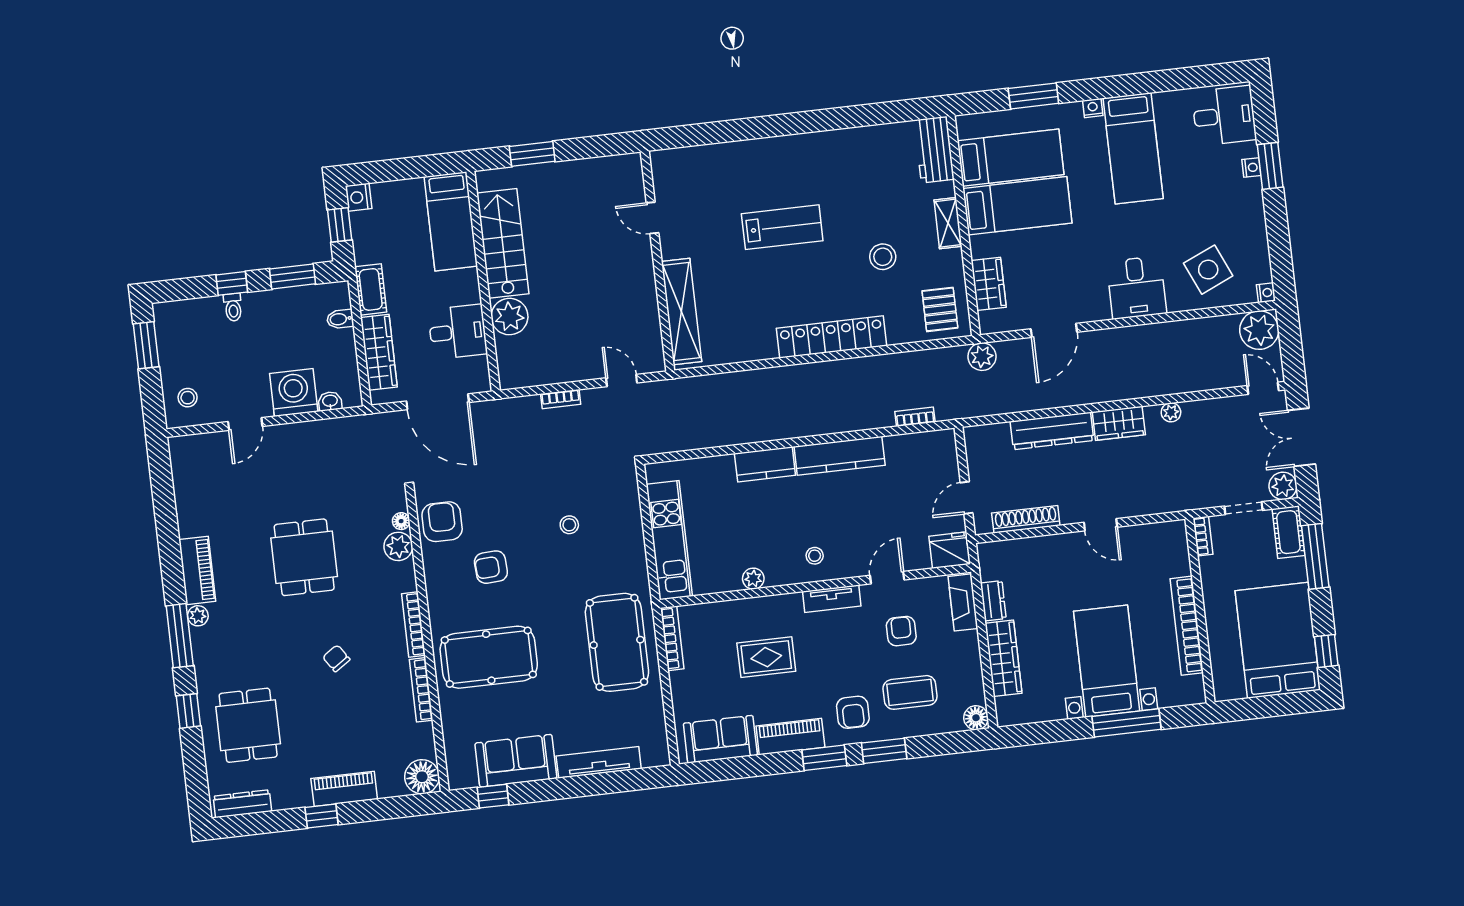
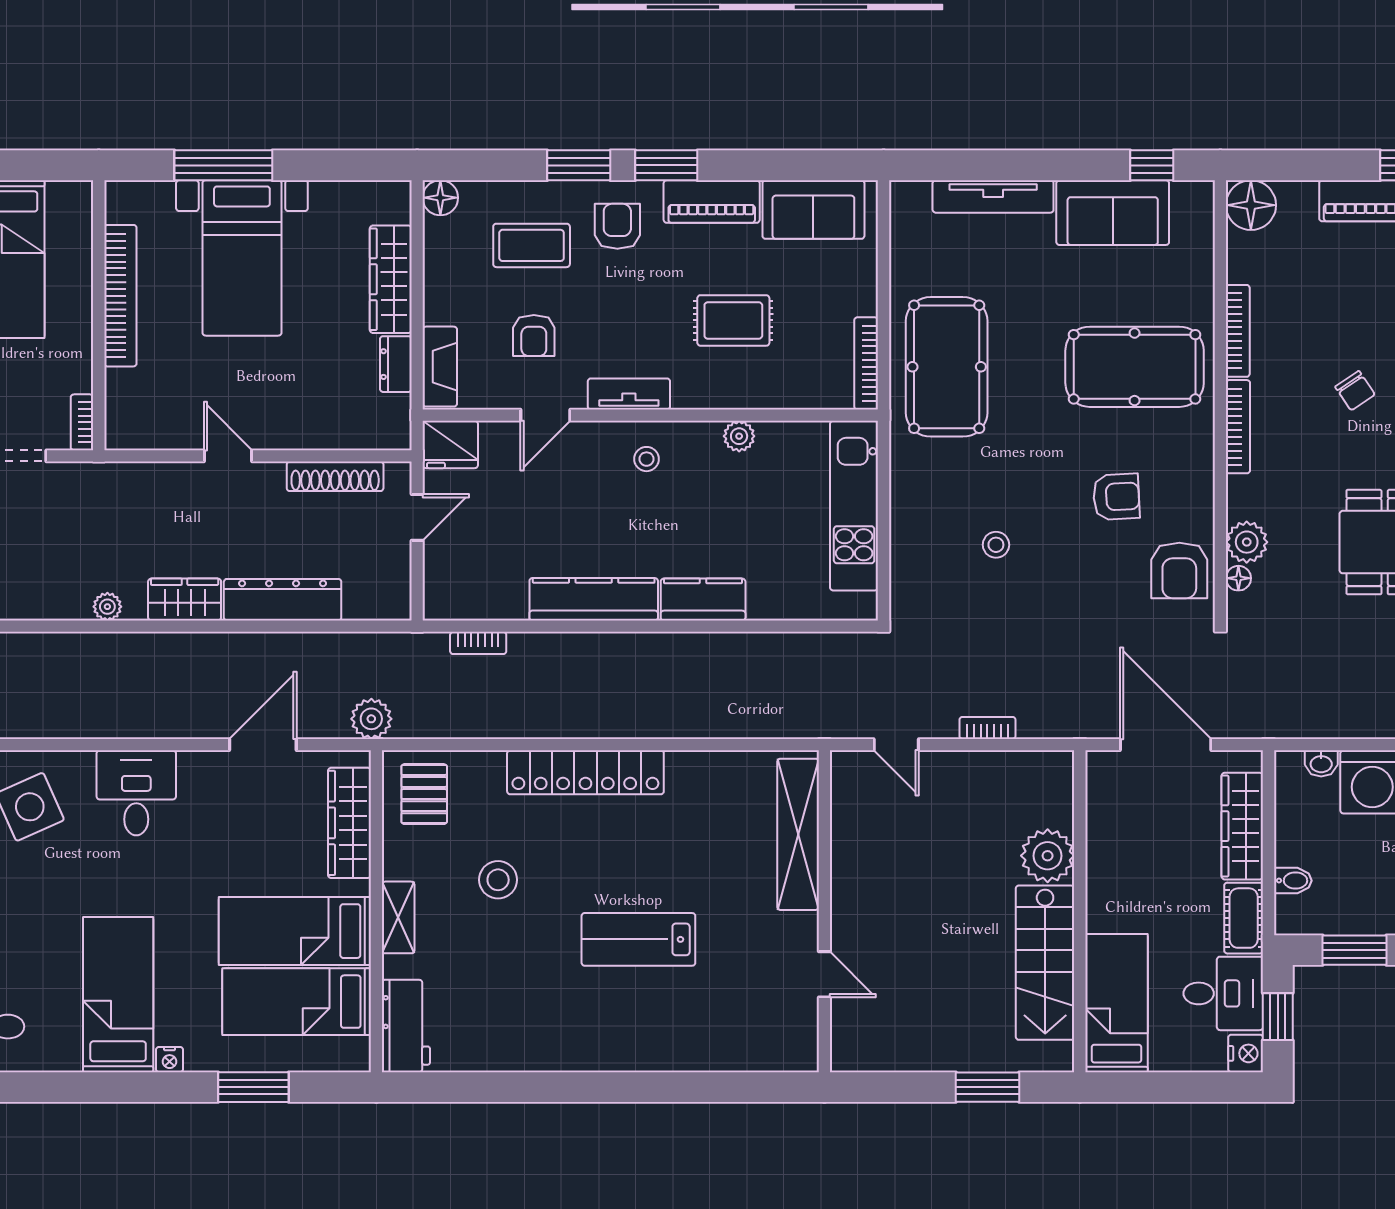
wardrobe: (989, 284) -> (349, 823), width x1.50
desk: (458, 332) -> (1223, 993), moved, turned 180

